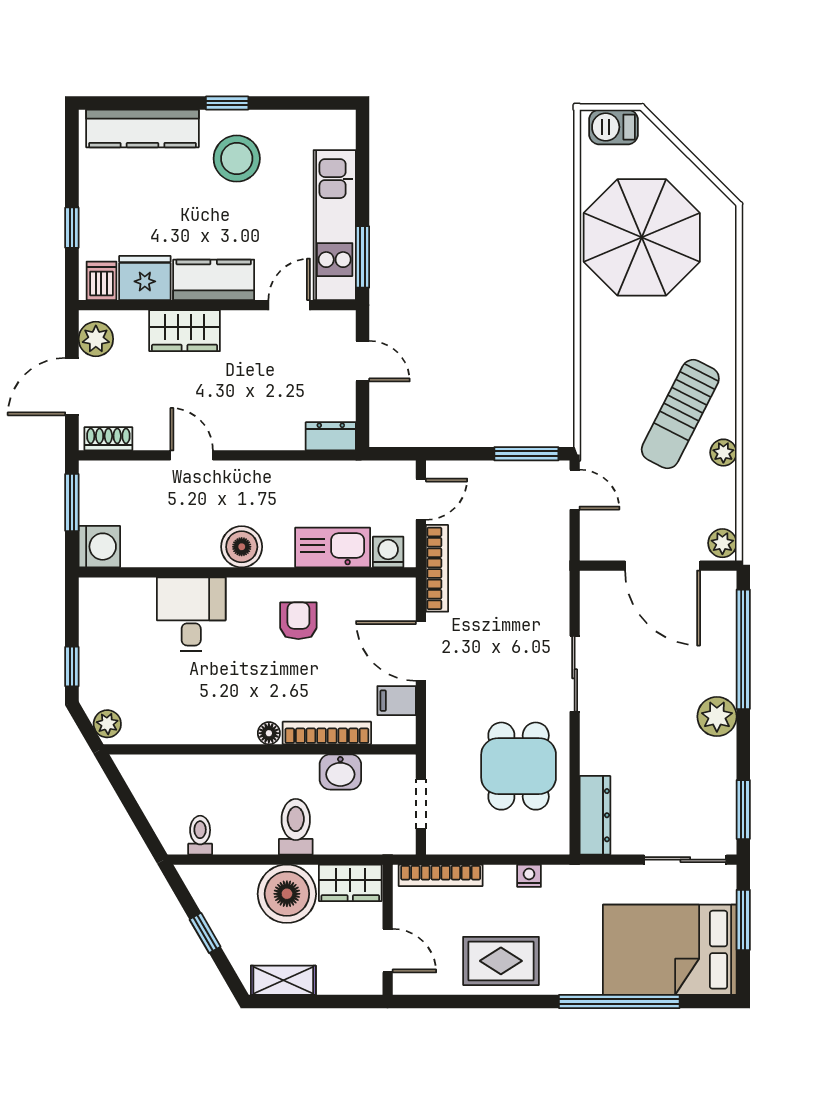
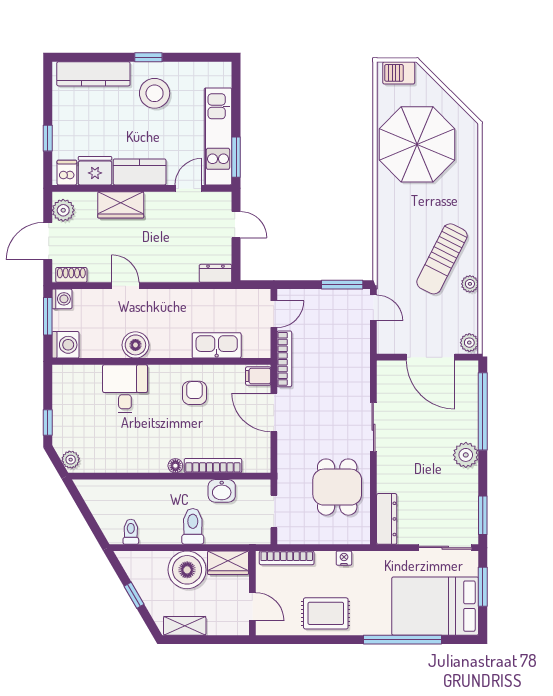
boiler: (242, 547) -> (135, 345), moved
washing machine: (388, 552) -> (62, 299), moved, turned 90
filing cabinet: (397, 701) -> (258, 376), moved

